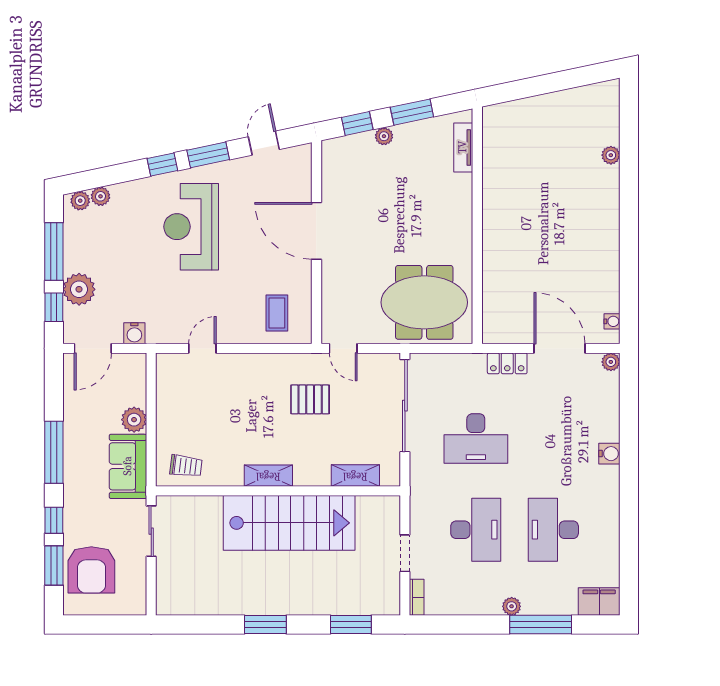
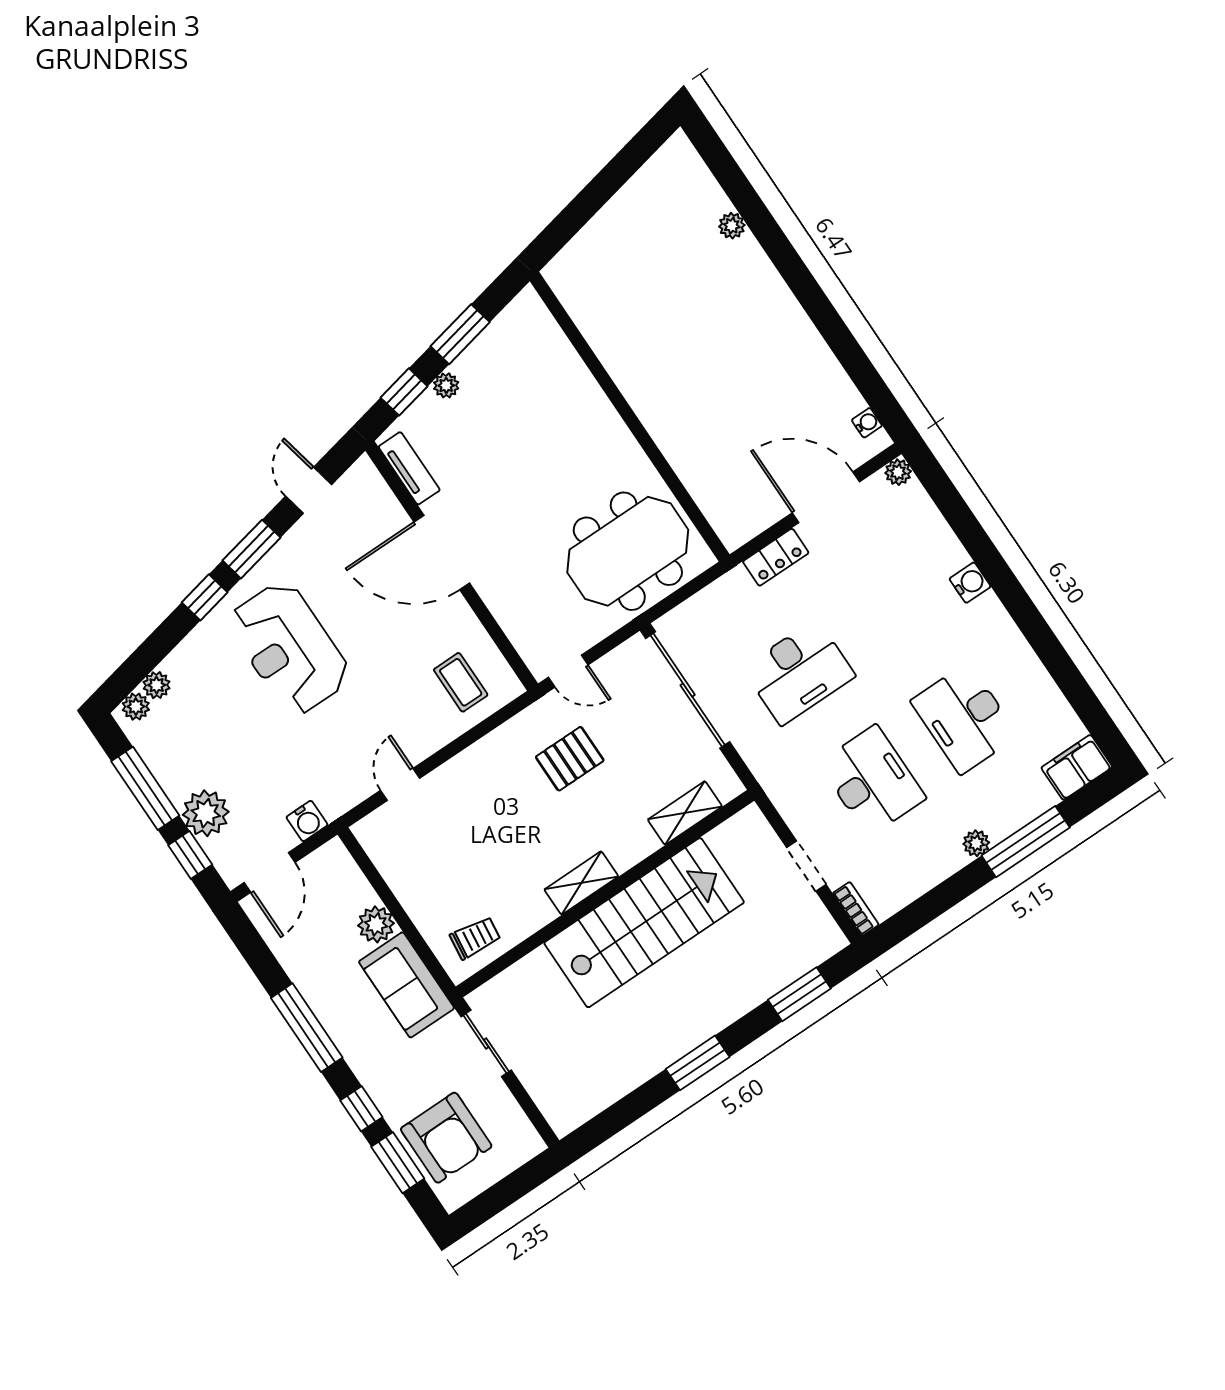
tv unit: (463, 147) -> (409, 468), moved, turned 180

